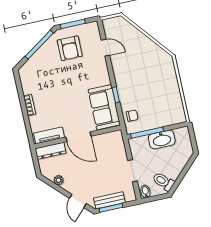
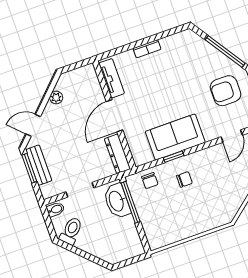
chair: (135, 89) -> (184, 180), added
sofa: (104, 107) -> (175, 137), moved
washbasin: (162, 139) -> (117, 201), moved
dresser: (50, 151) -> (117, 154), moved

